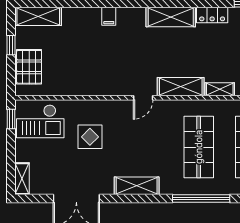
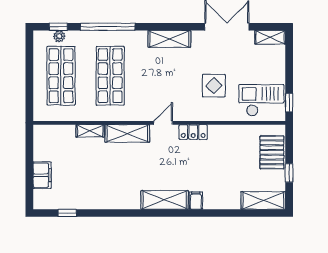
locker: (212, 15) -> (193, 132), moved, turned 180
shelving: (171, 17) -> (165, 200), moved
shelving: (22, 179) -> (270, 37), moved, turned 90

